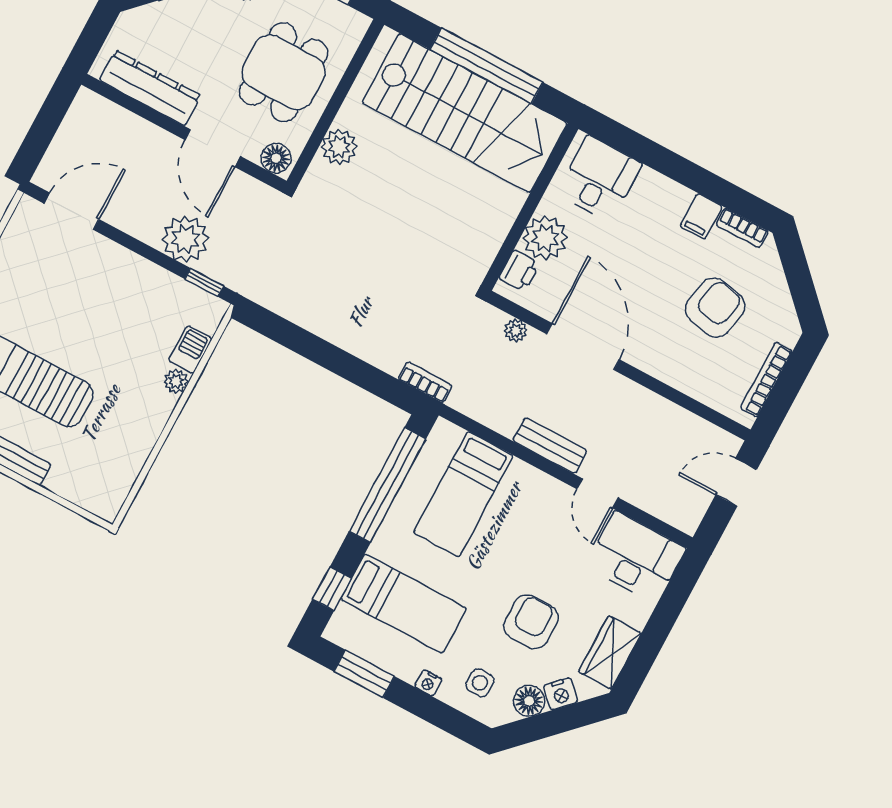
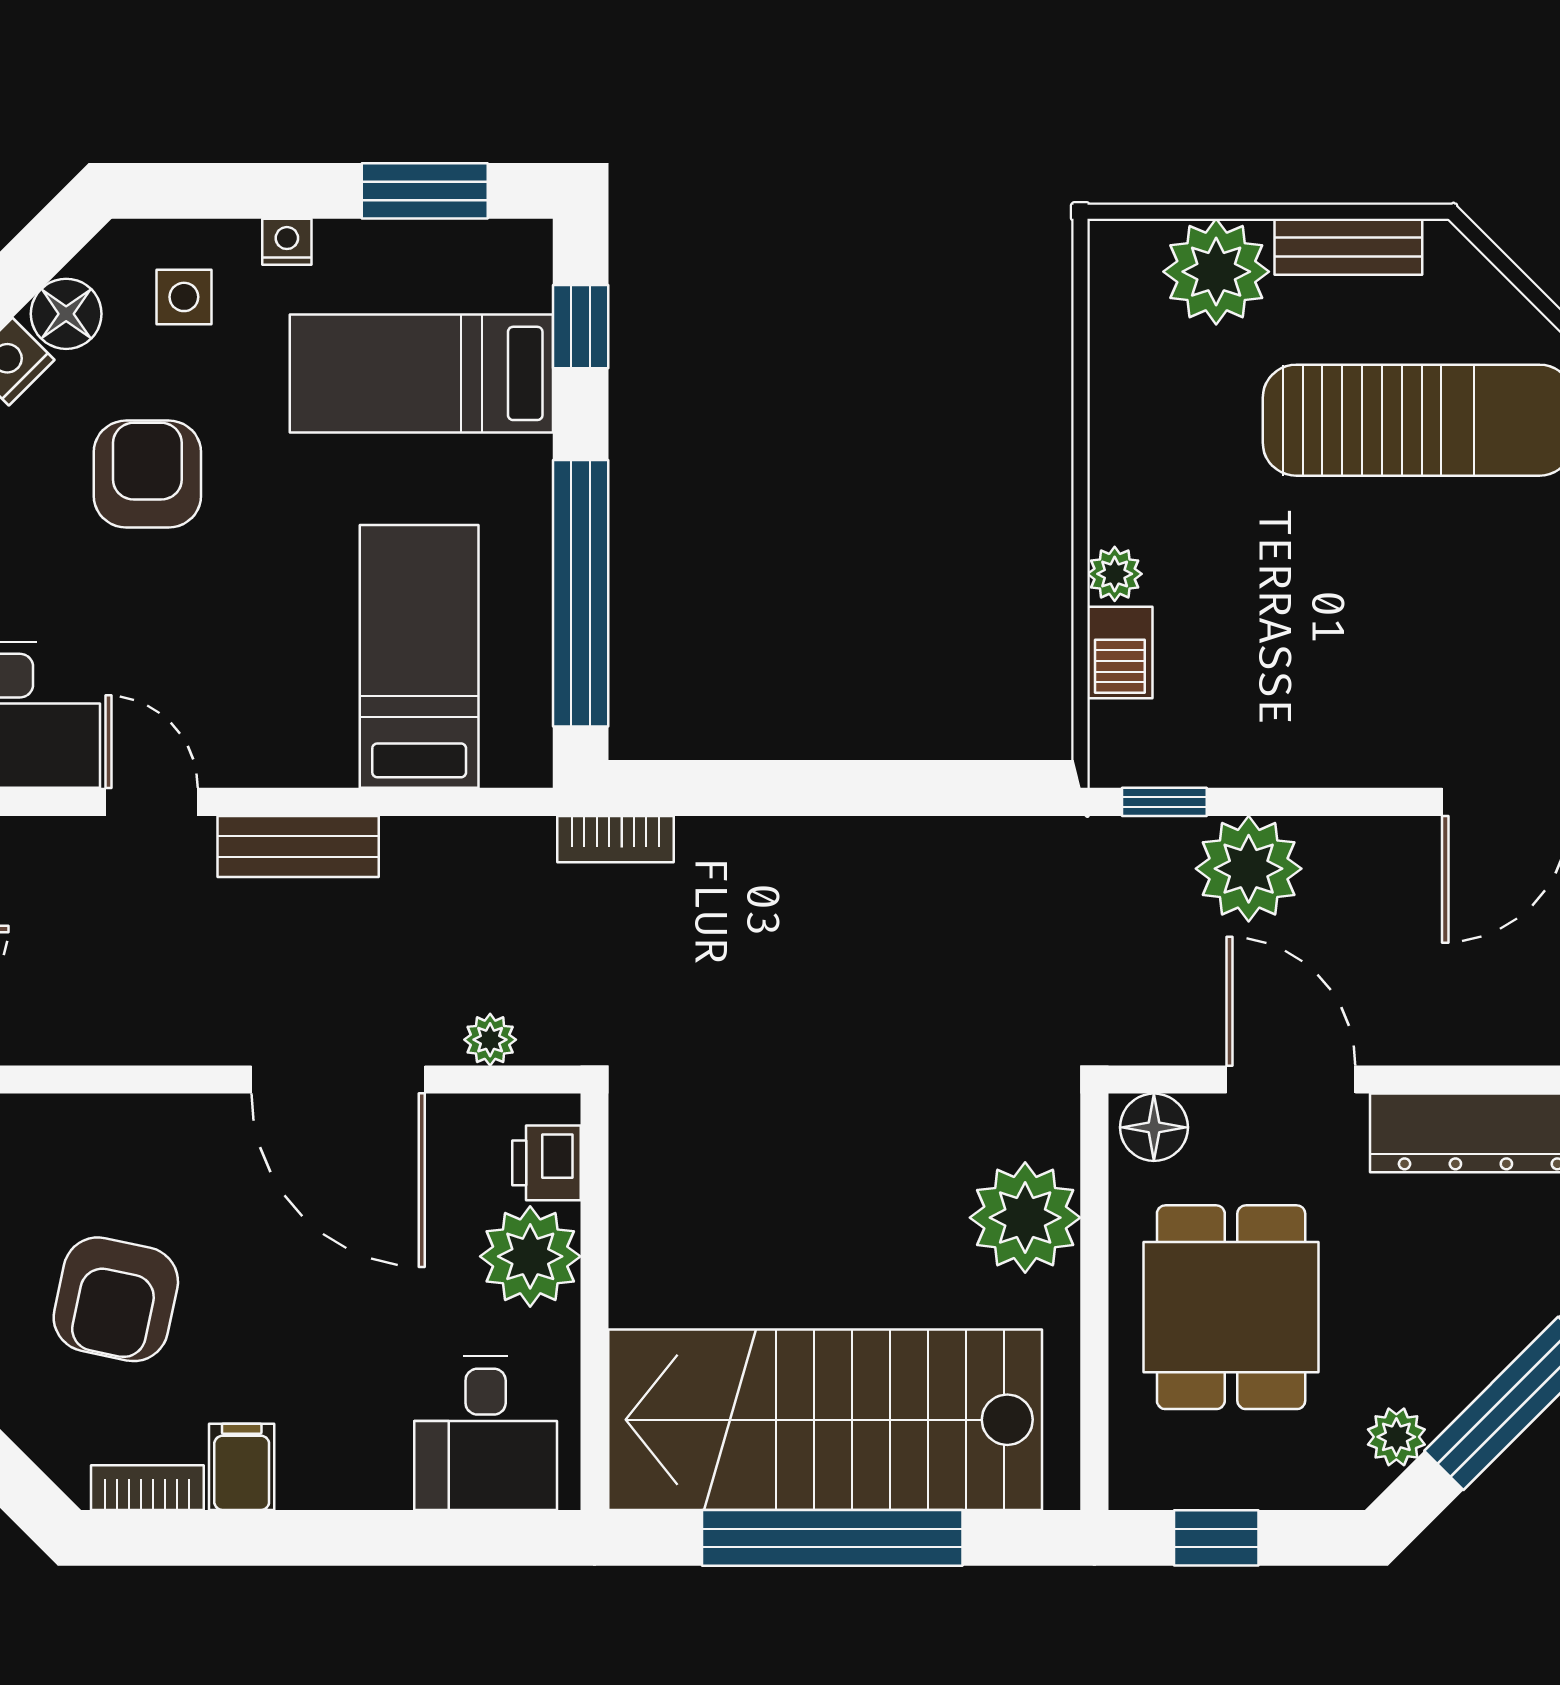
plant: (339, 147) -> (1025, 1218), width x1.36, depth x1.36
plant: (74, 478) -> (1216, 272), added
armchair: (531, 622) -> (147, 474), turned 180

